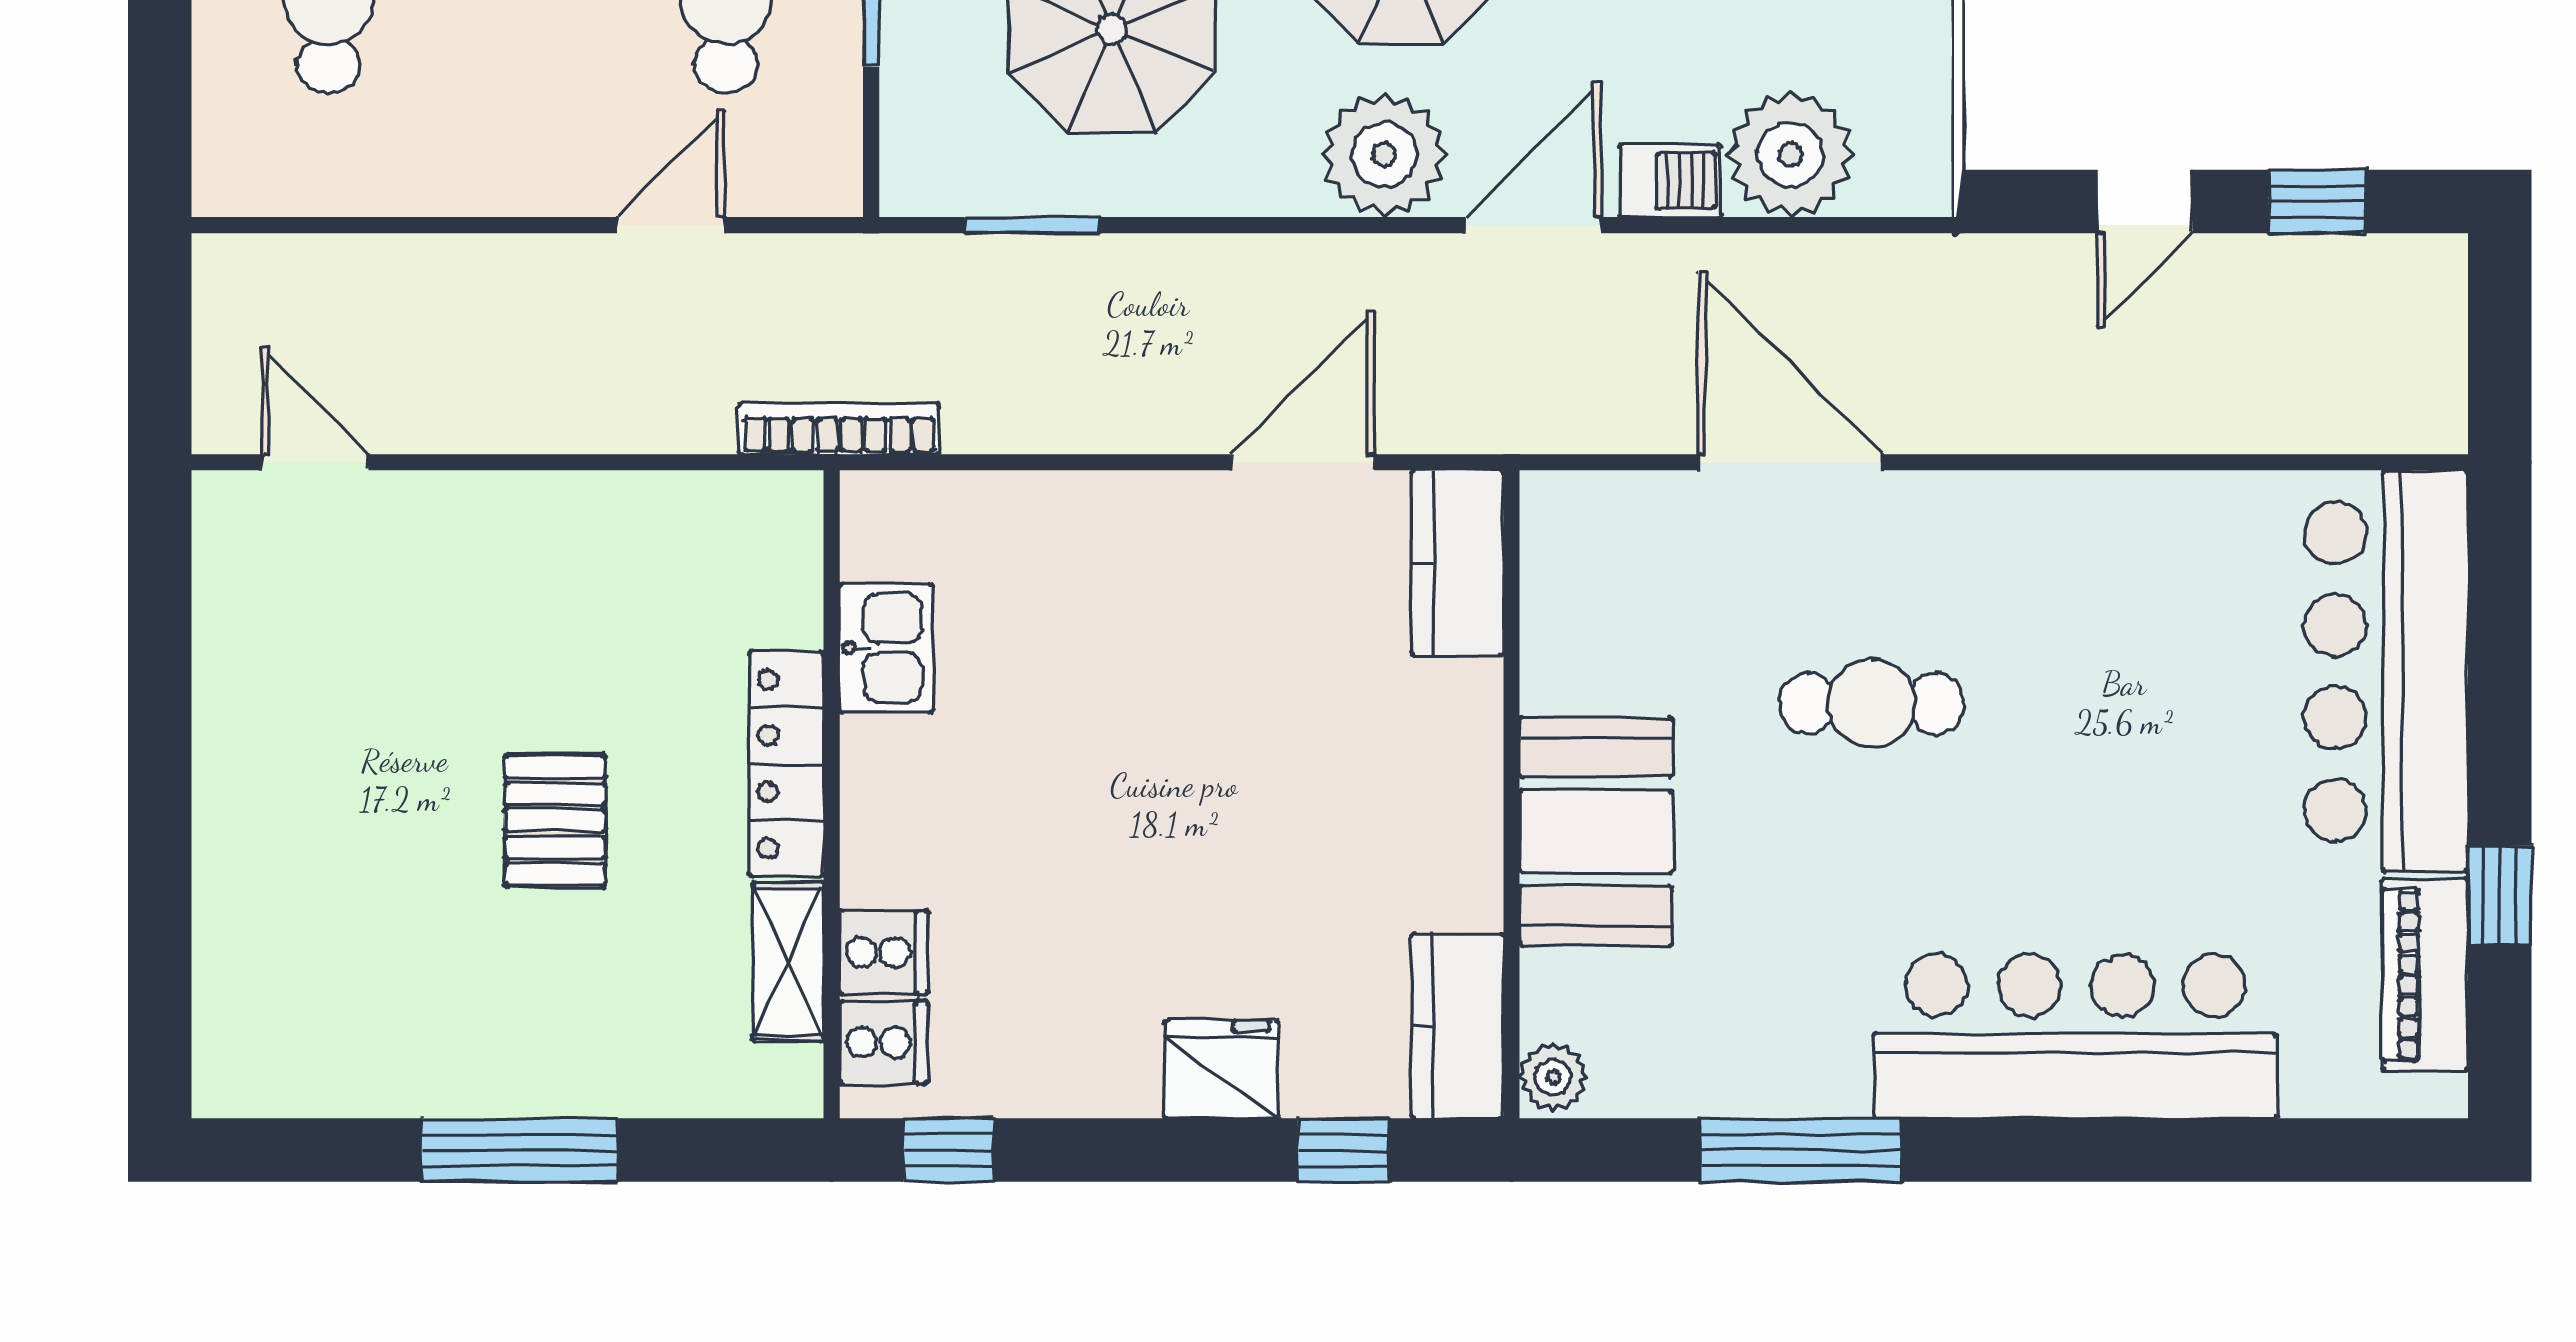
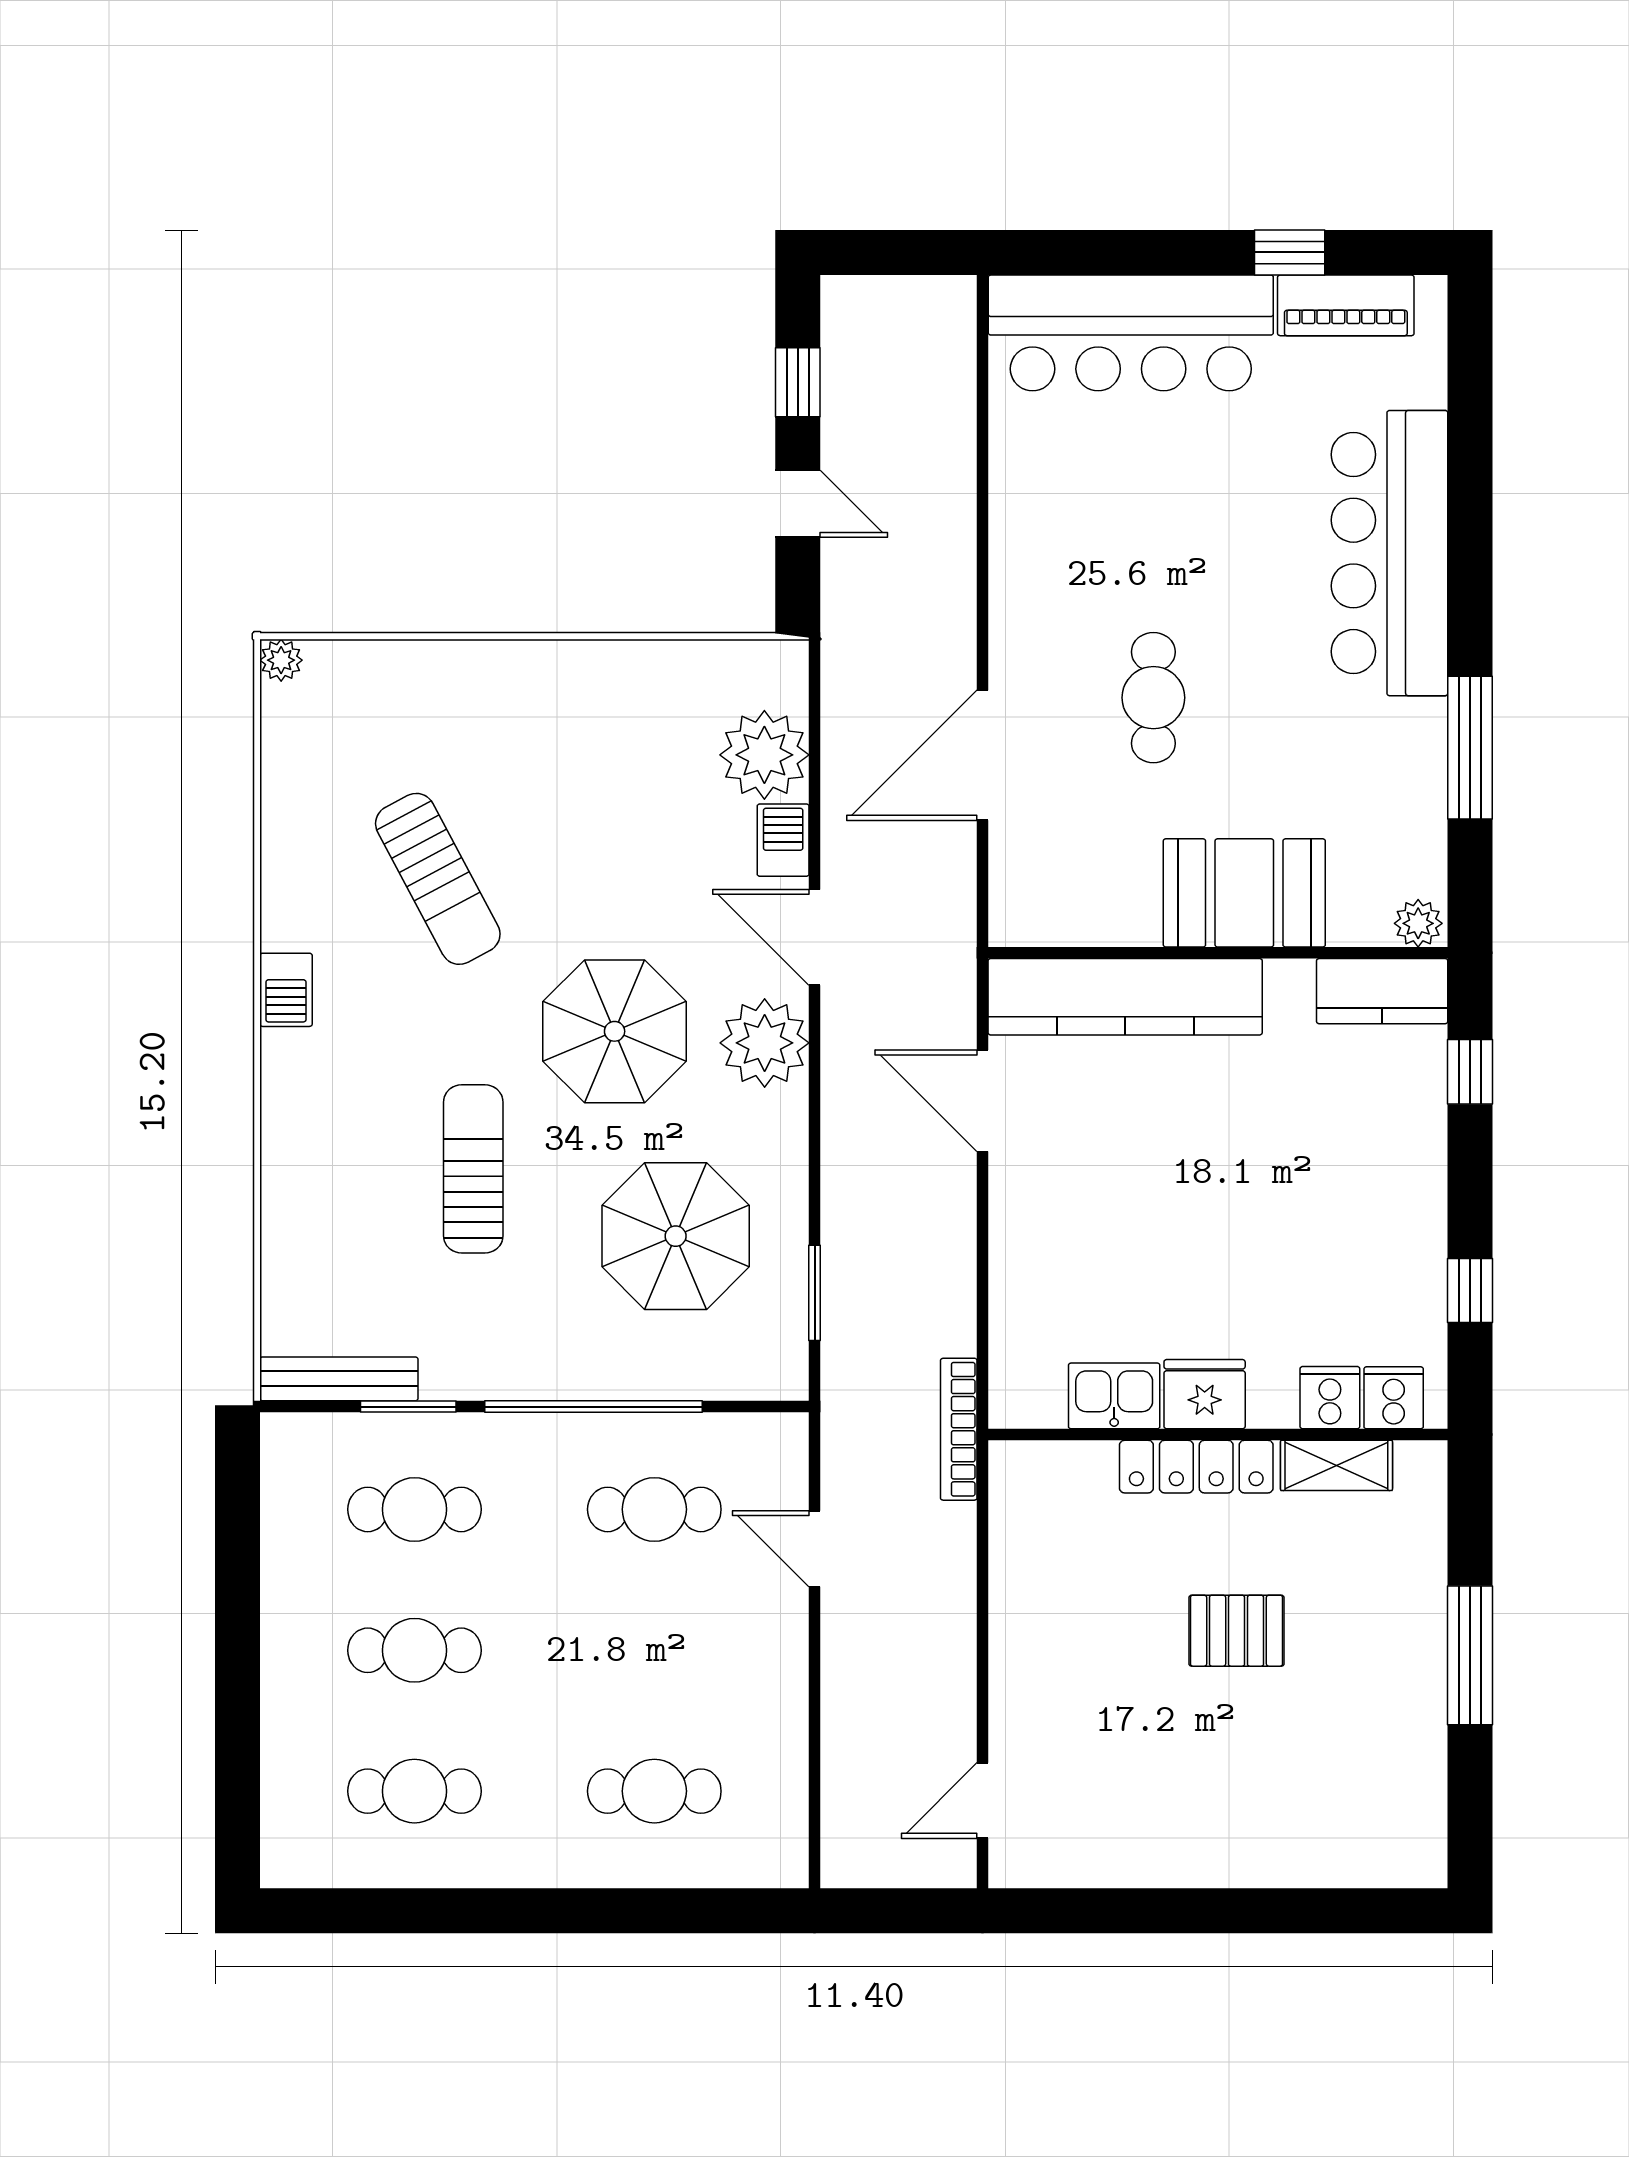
kitchen counter: (1457, 563) -> (1125, 997), width x2.08, depth x1.17
fridge: (1222, 1069) -> (1205, 1394), moved, turned 90
window: (948, 1150) -> (1470, 1291), moved

